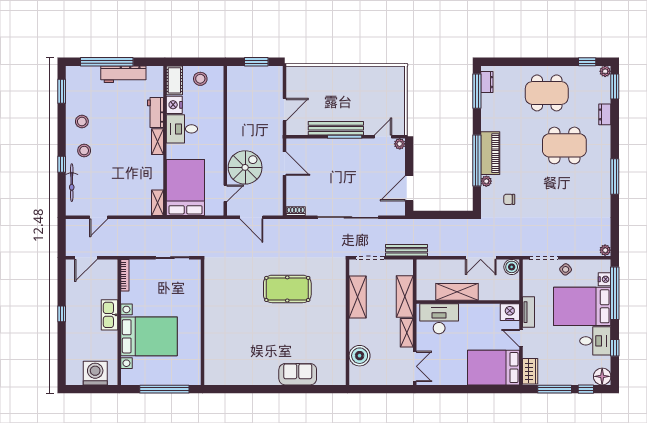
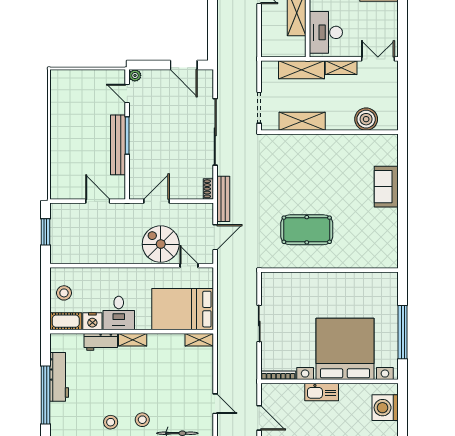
bench: (406, 250) -> (223, 199), moved
pool table: (287, 289) -> (307, 230), moved, turned 90
wall: (202, 322) -> (330, 270), moved
bed with nightstands: (149, 336) -> (345, 349), width x1.36

